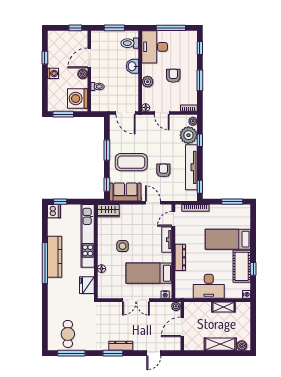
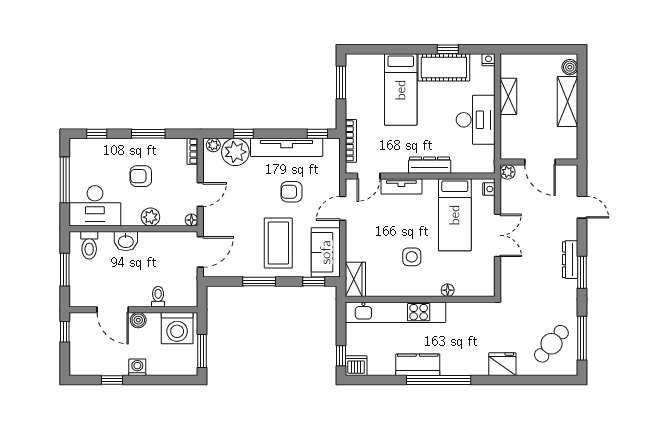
door: (173, 219) -> (369, 176), hinge flipped
kitchen counter: (55, 257) -> (418, 365), width x0.67
fridge: (87, 285) -> (502, 364), moved, turned 180
cafe table: (68, 334) -> (551, 344), turned -50

